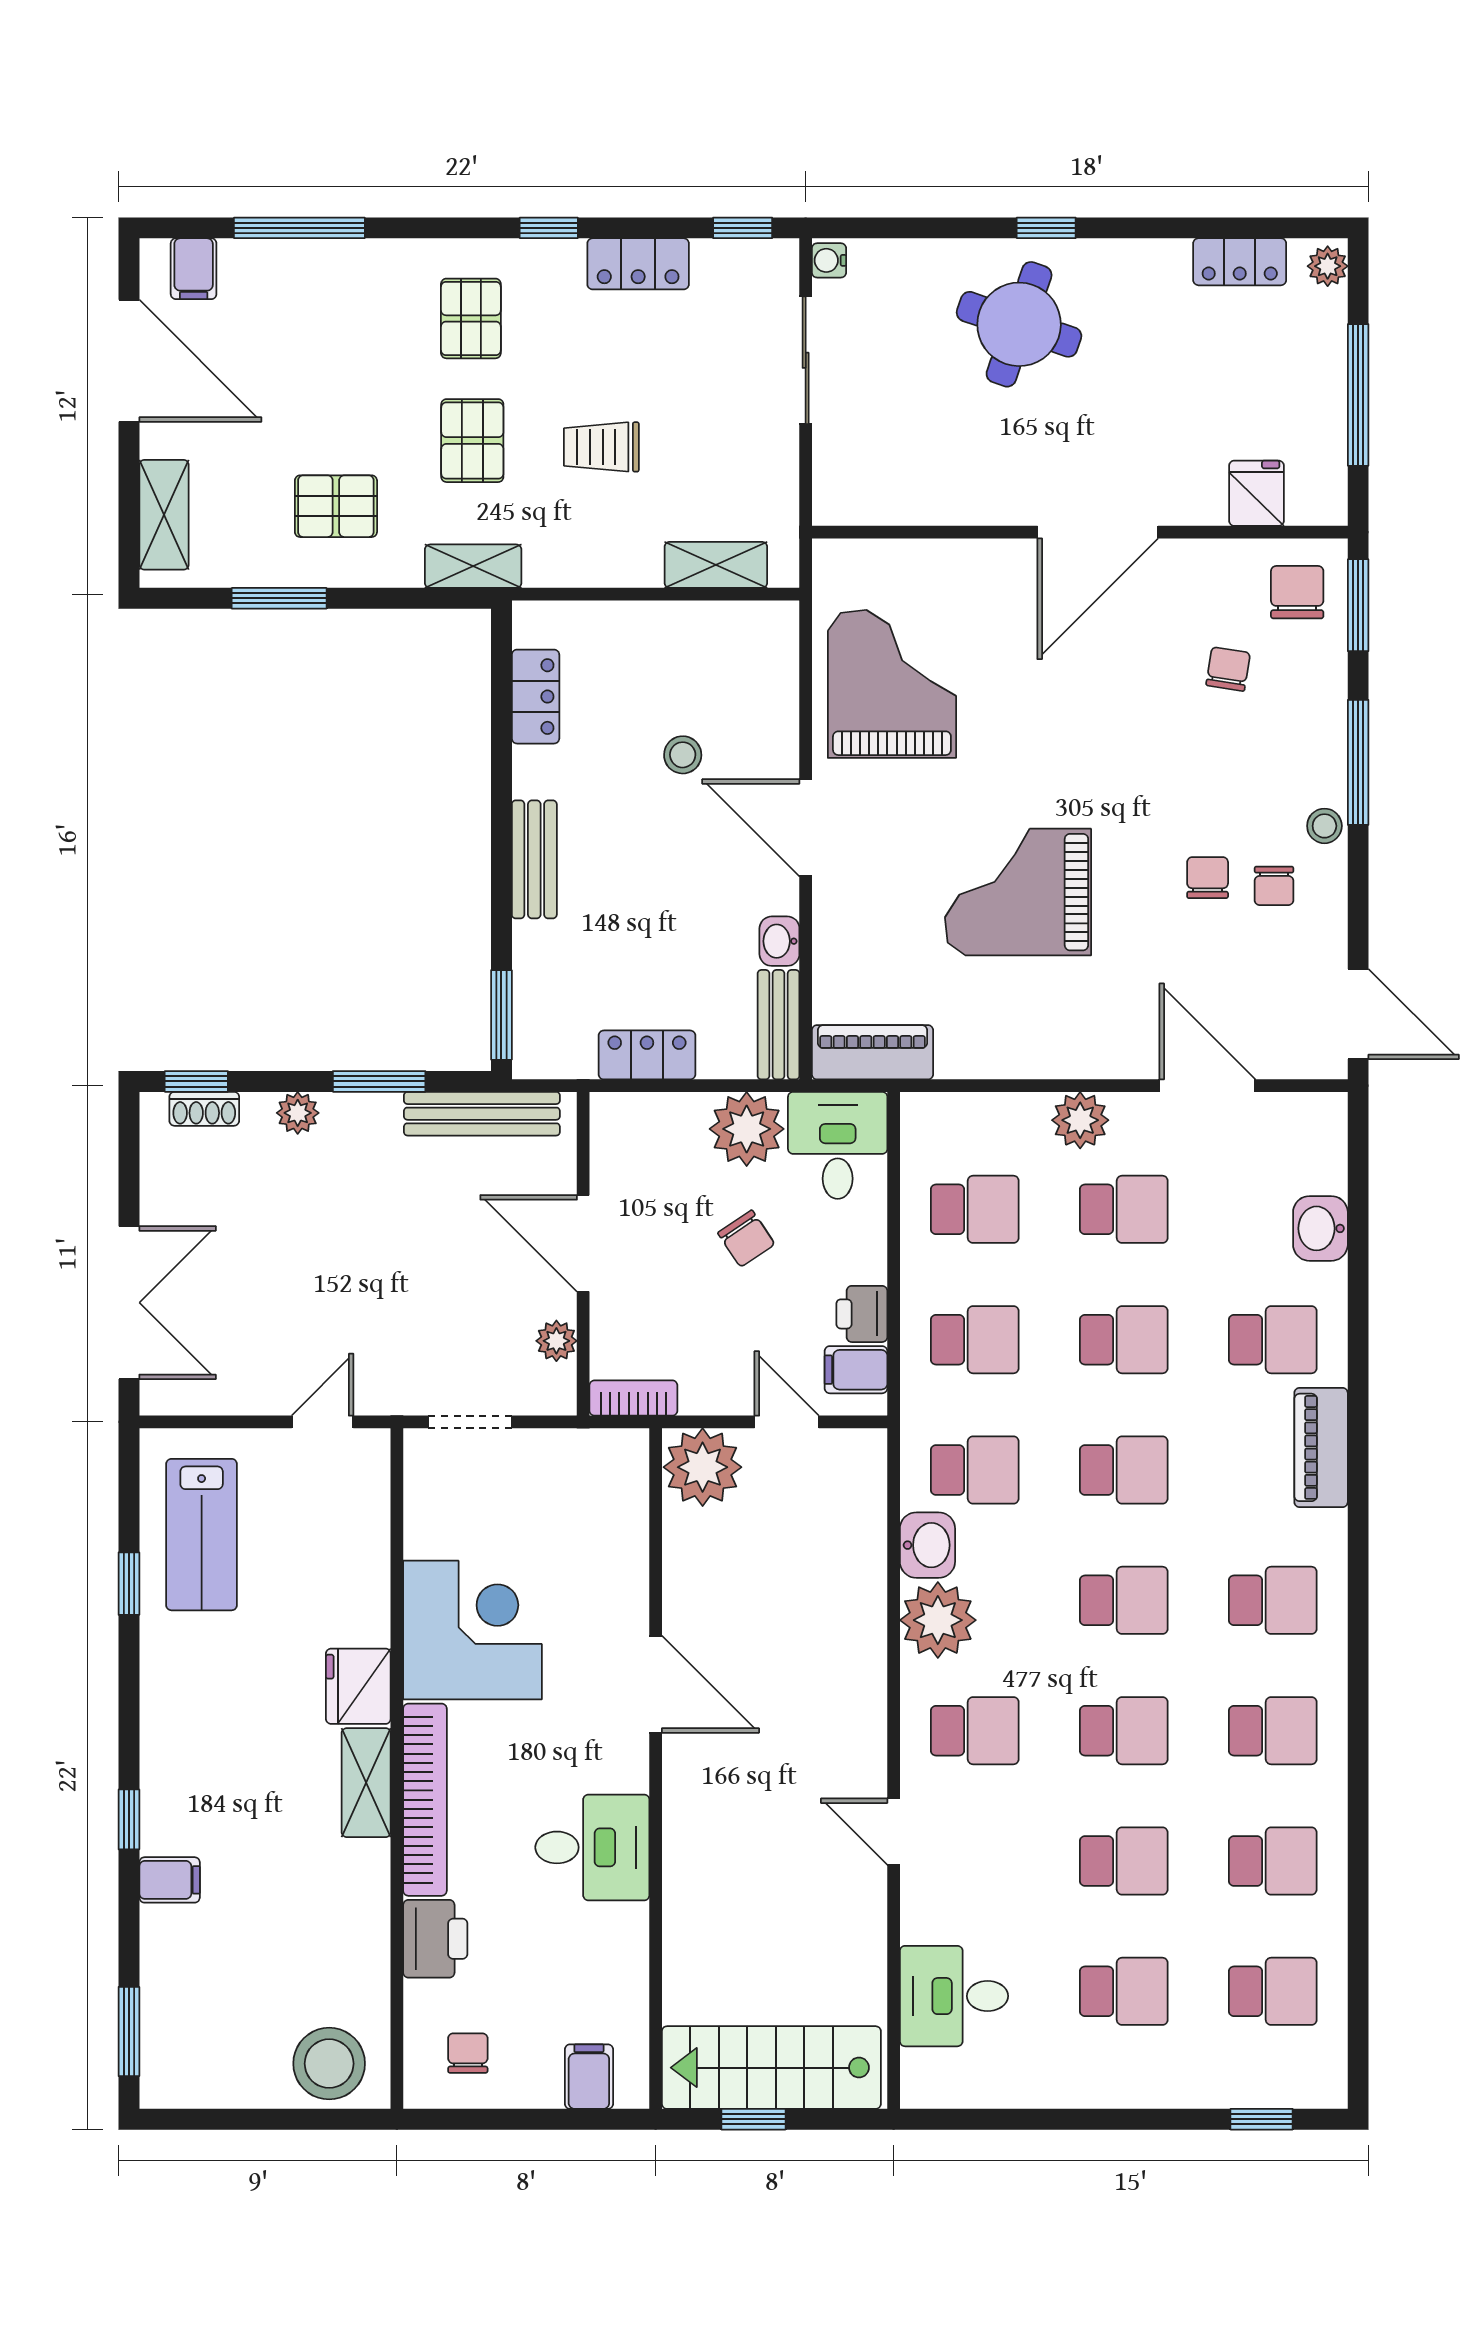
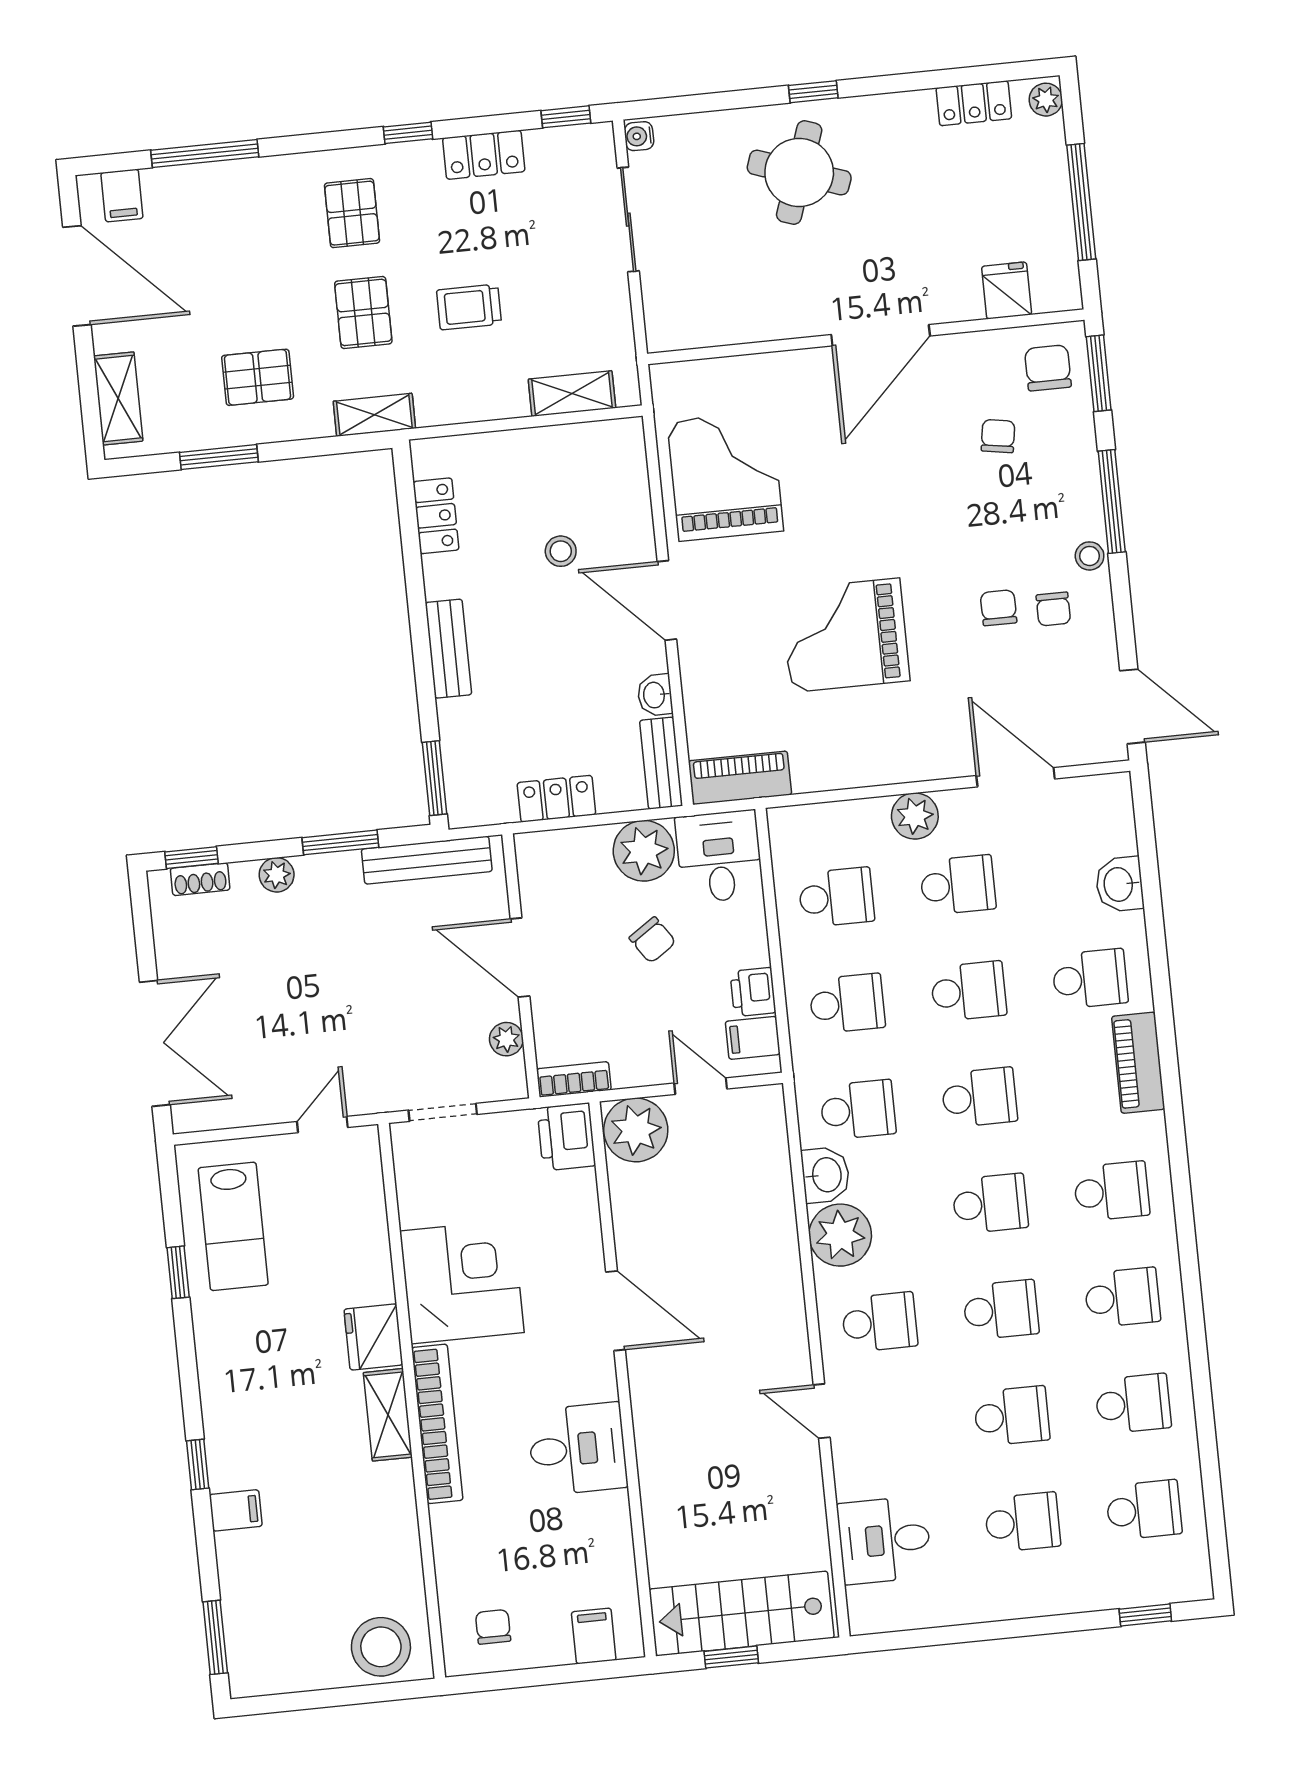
printer: (435, 1939) -> (566, 1137), moved, turned 180

